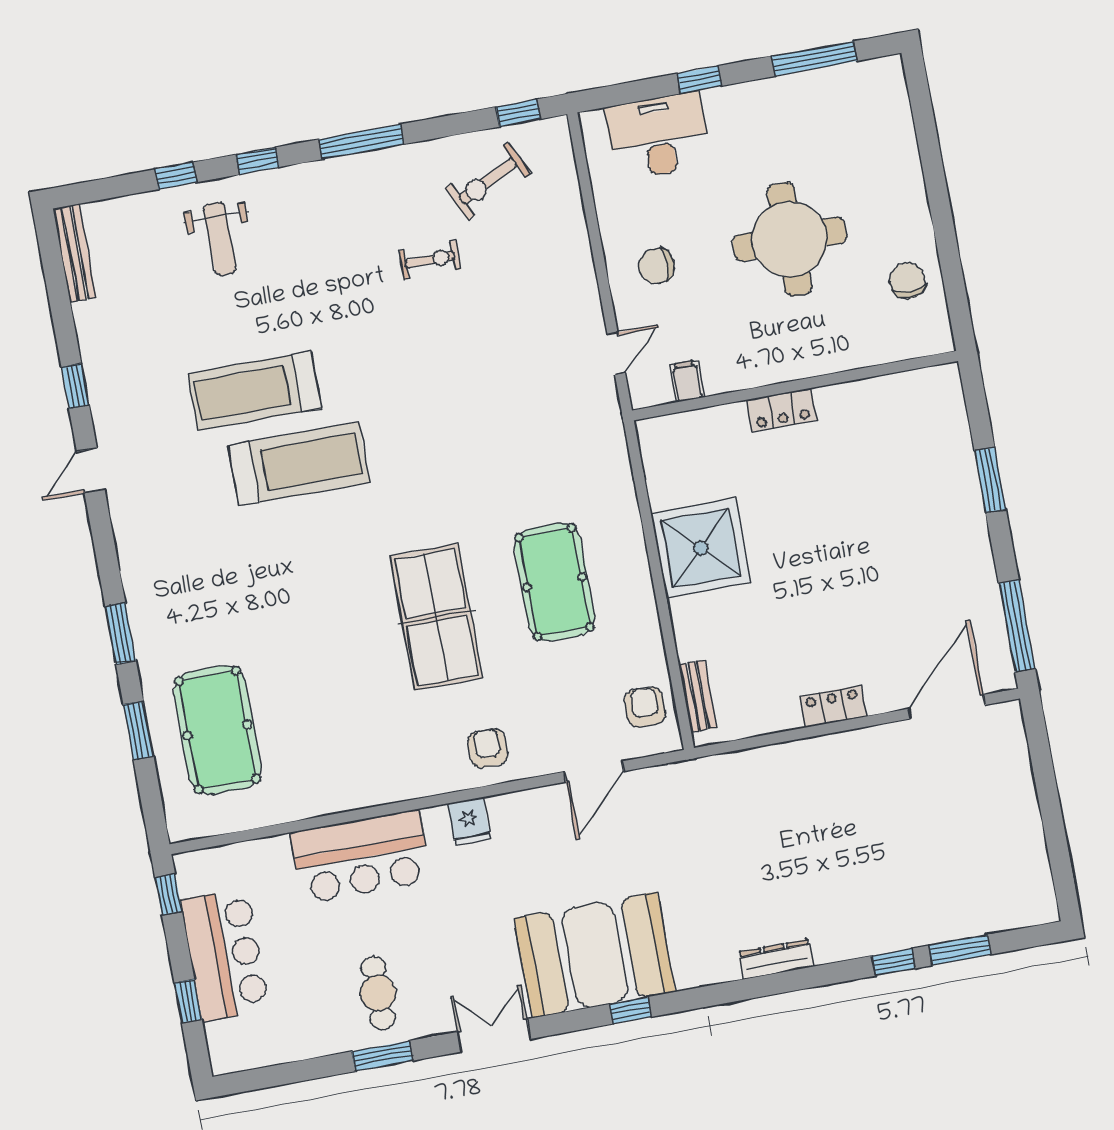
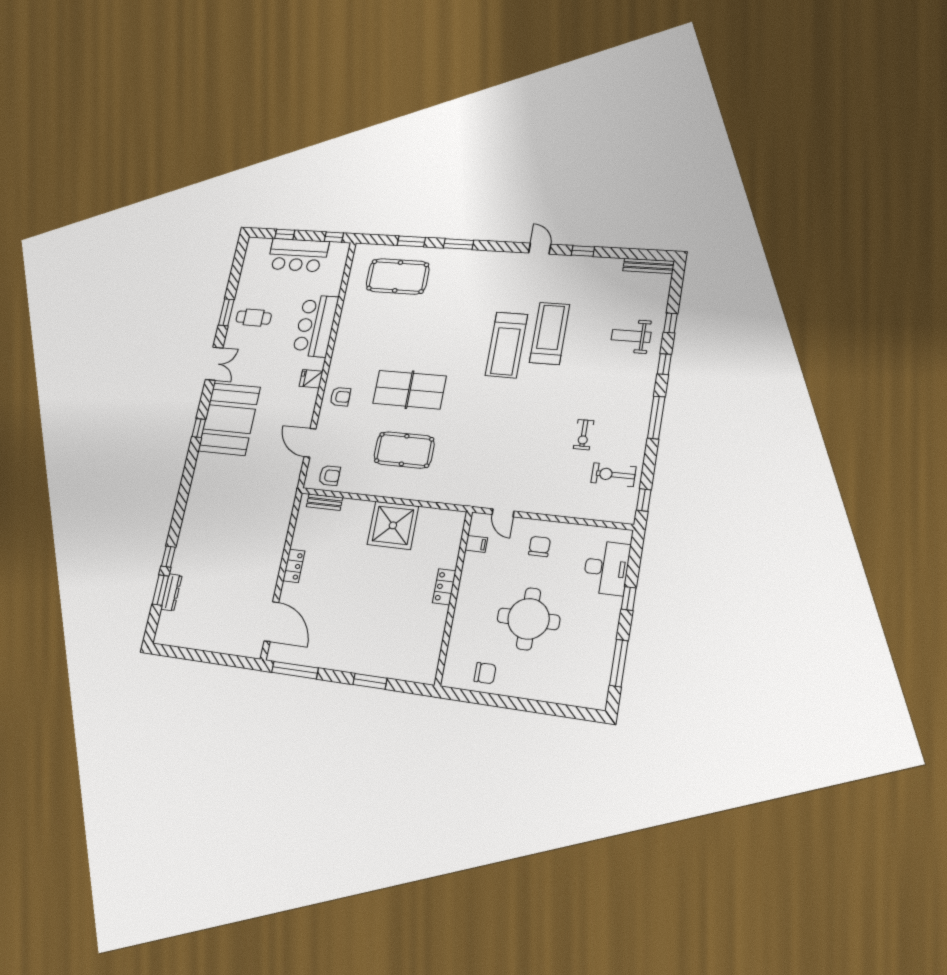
exercise bike: (488, 181) -> (613, 475), turned -64
dresser: (776, 959) -> (171, 592), moved

